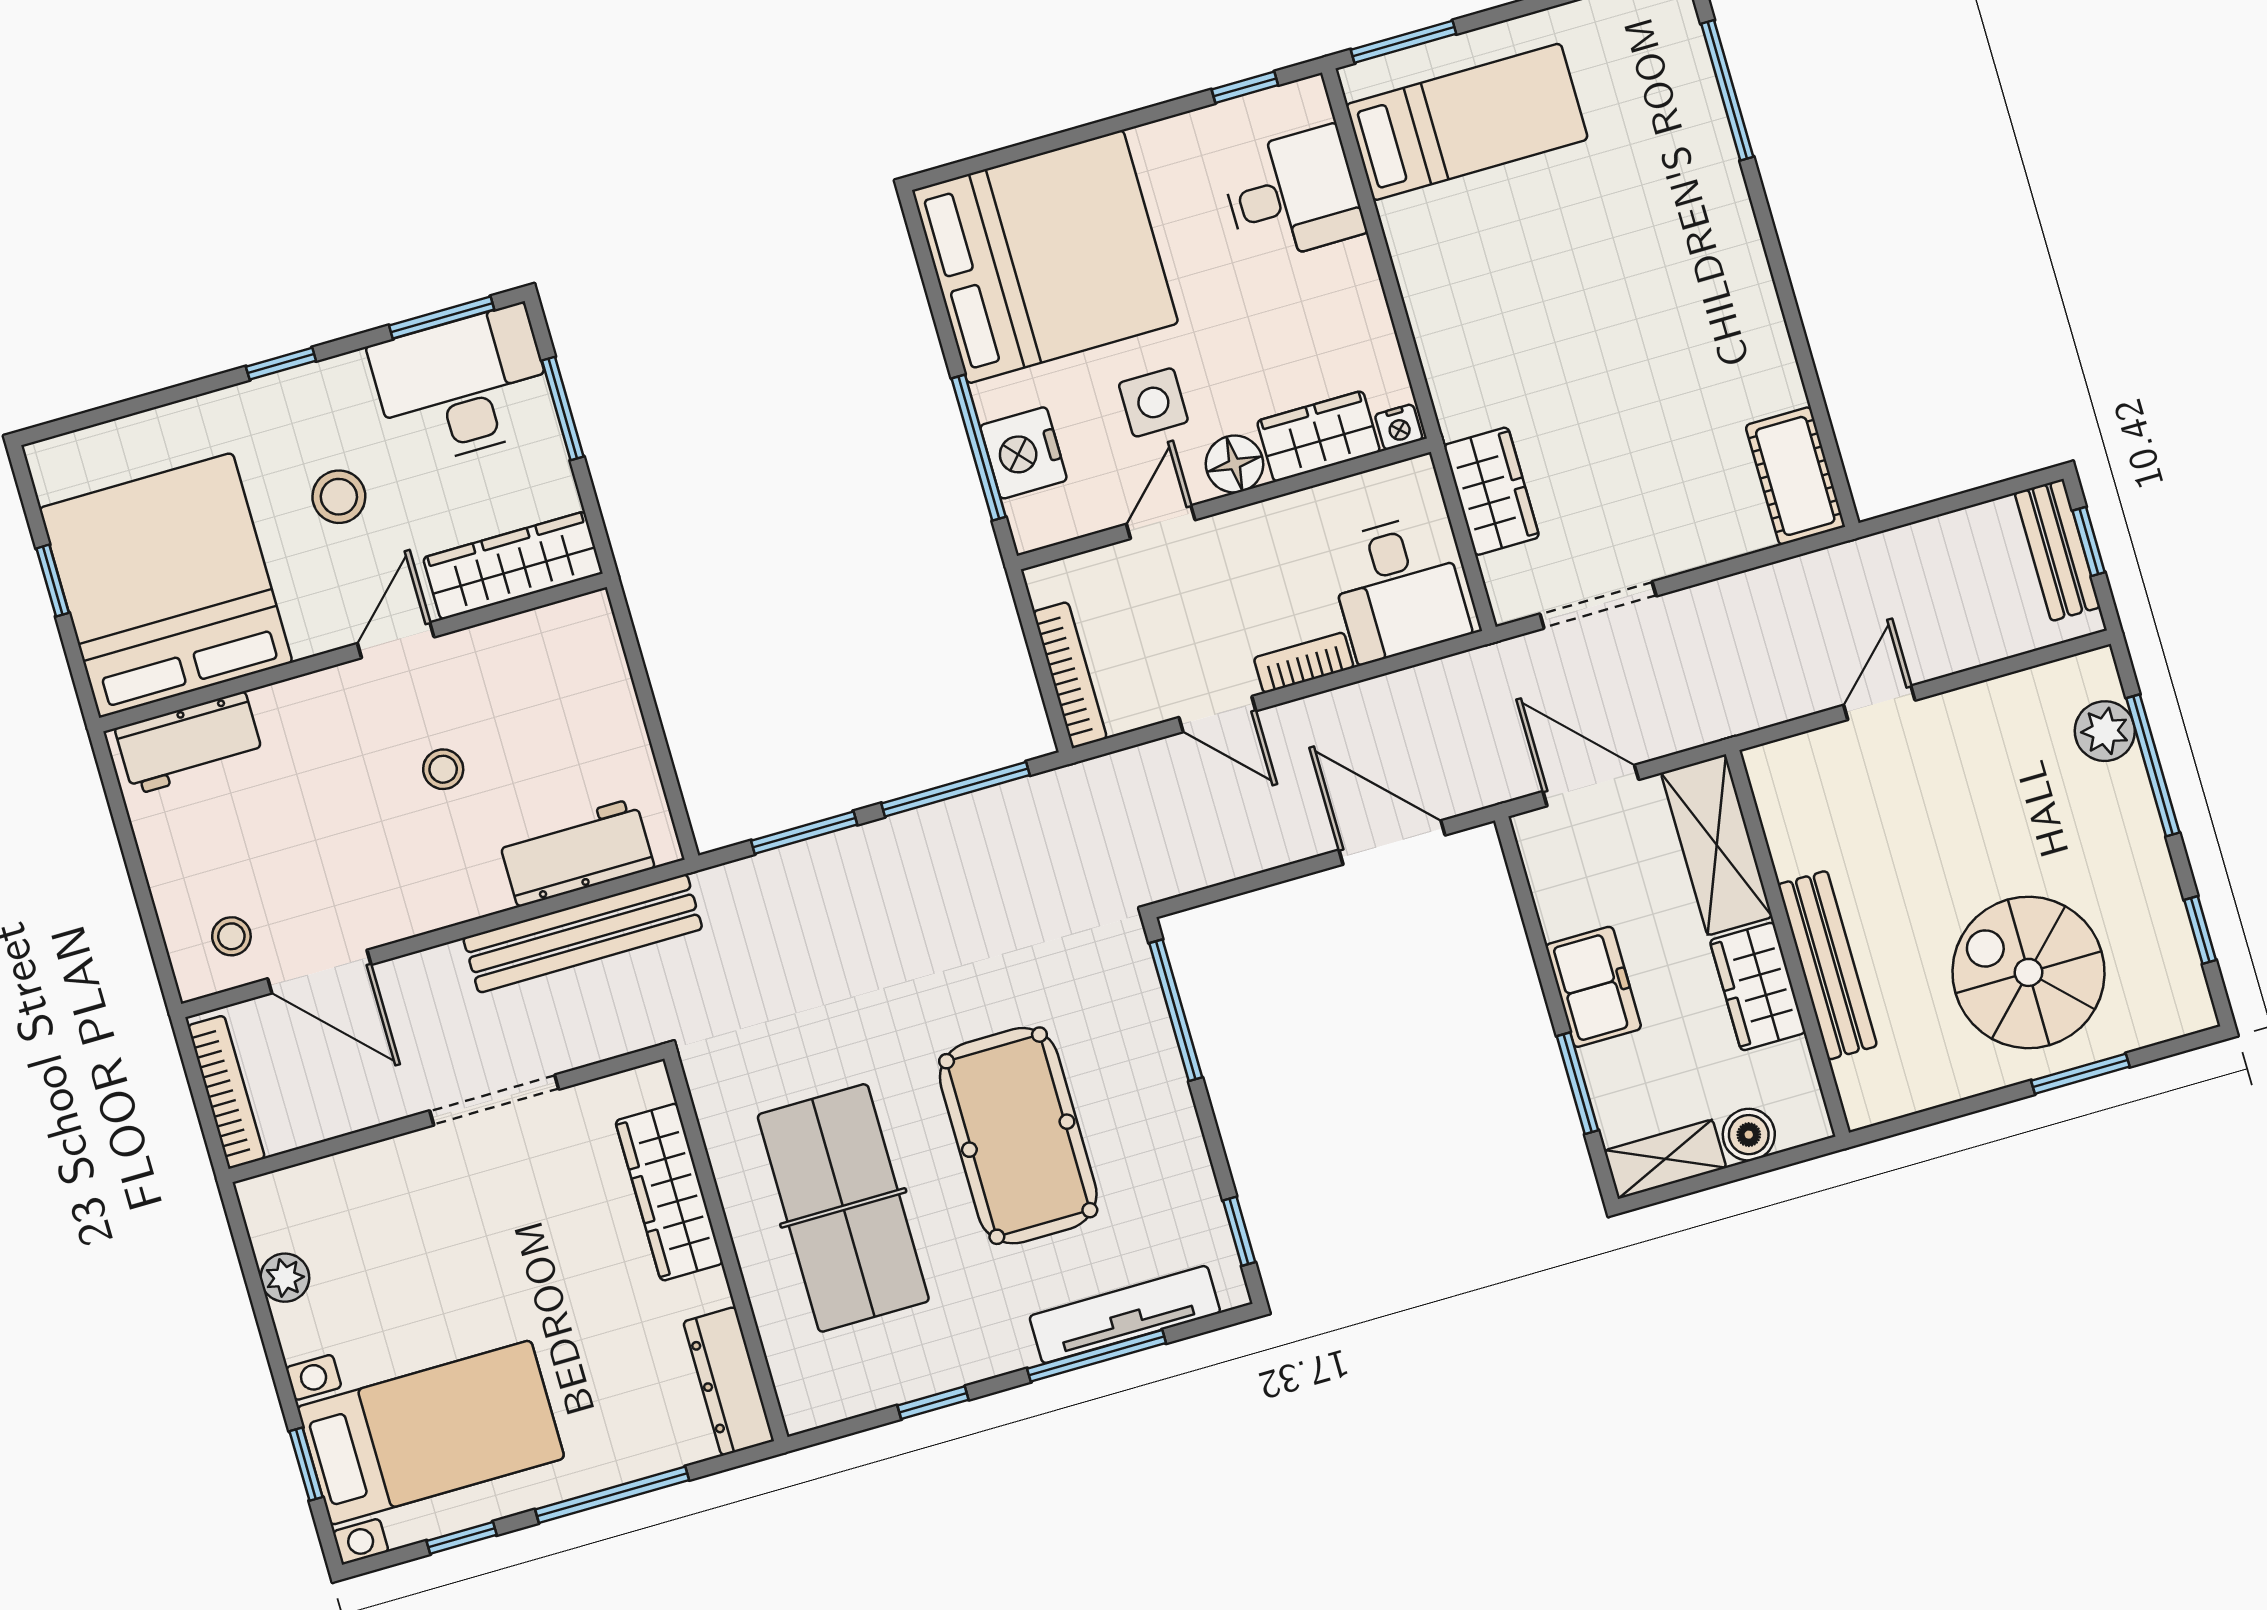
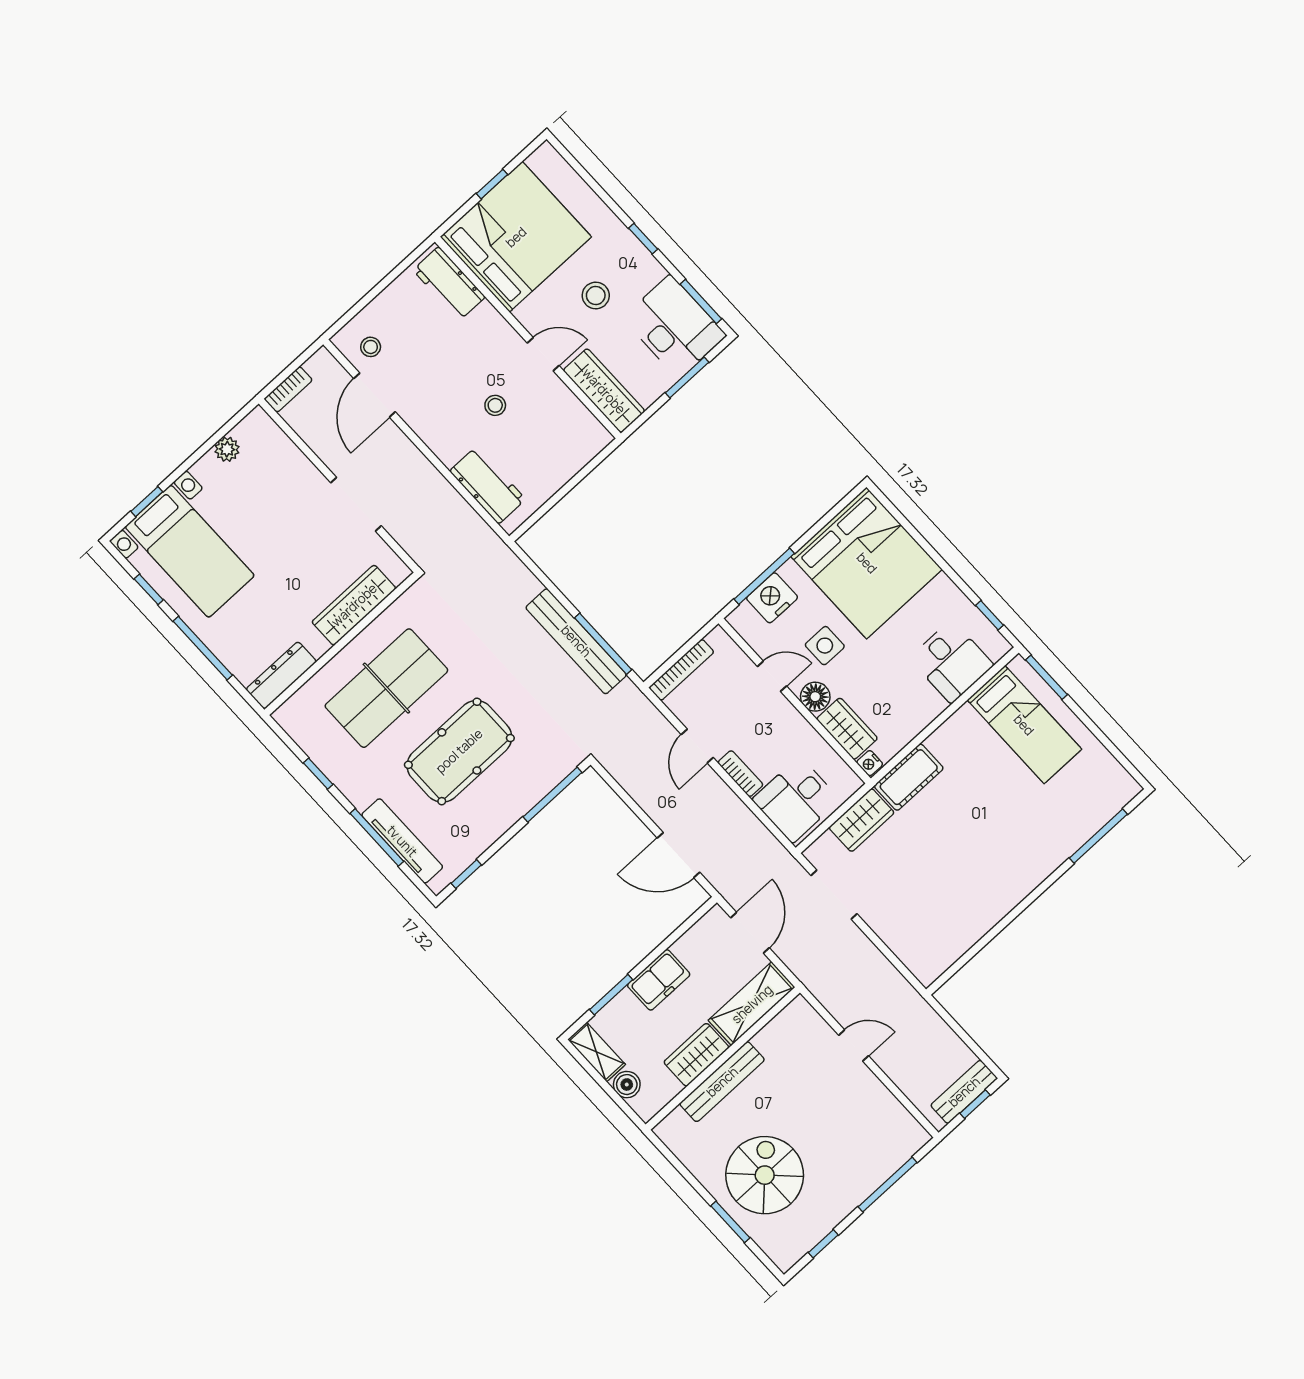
cot: (1795, 476) -> (909, 777), moved
plant: (2105, 731) -> (892, 1155), removed
window: (804, 833) -> (549, 585), removed
door: (1392, 843) -> (679, 855), swing flipped
bench: (583, 933) -> (576, 641), moved
bookcase: (226, 1092) -> (288, 389), width x0.64

